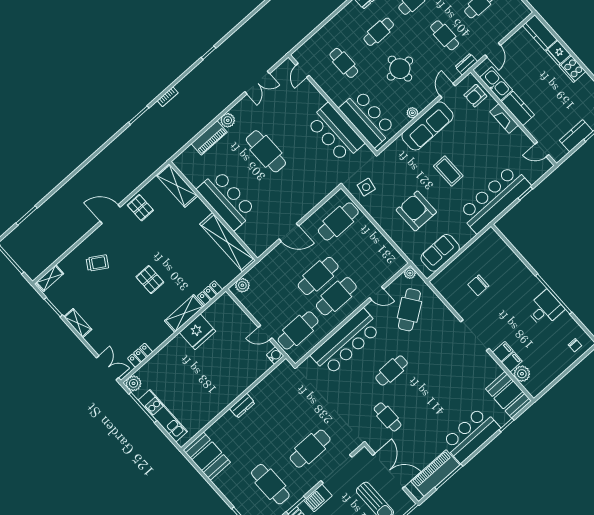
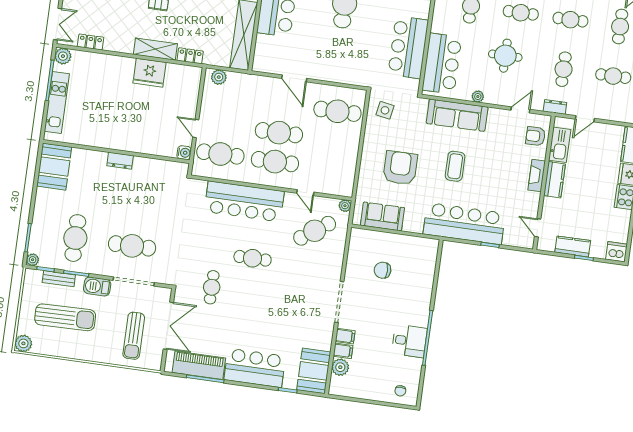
sofa: (427, 126) -> (457, 115), moved

